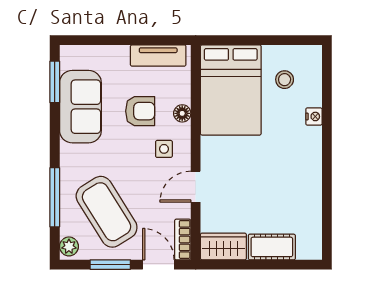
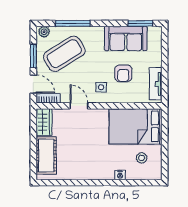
floor lamp: (182, 113) -> (122, 98), removed
cot: (272, 247) -> (46, 155), width x1.37, depth x1.34
door: (158, 265) -> (33, 84), hinge flipped

